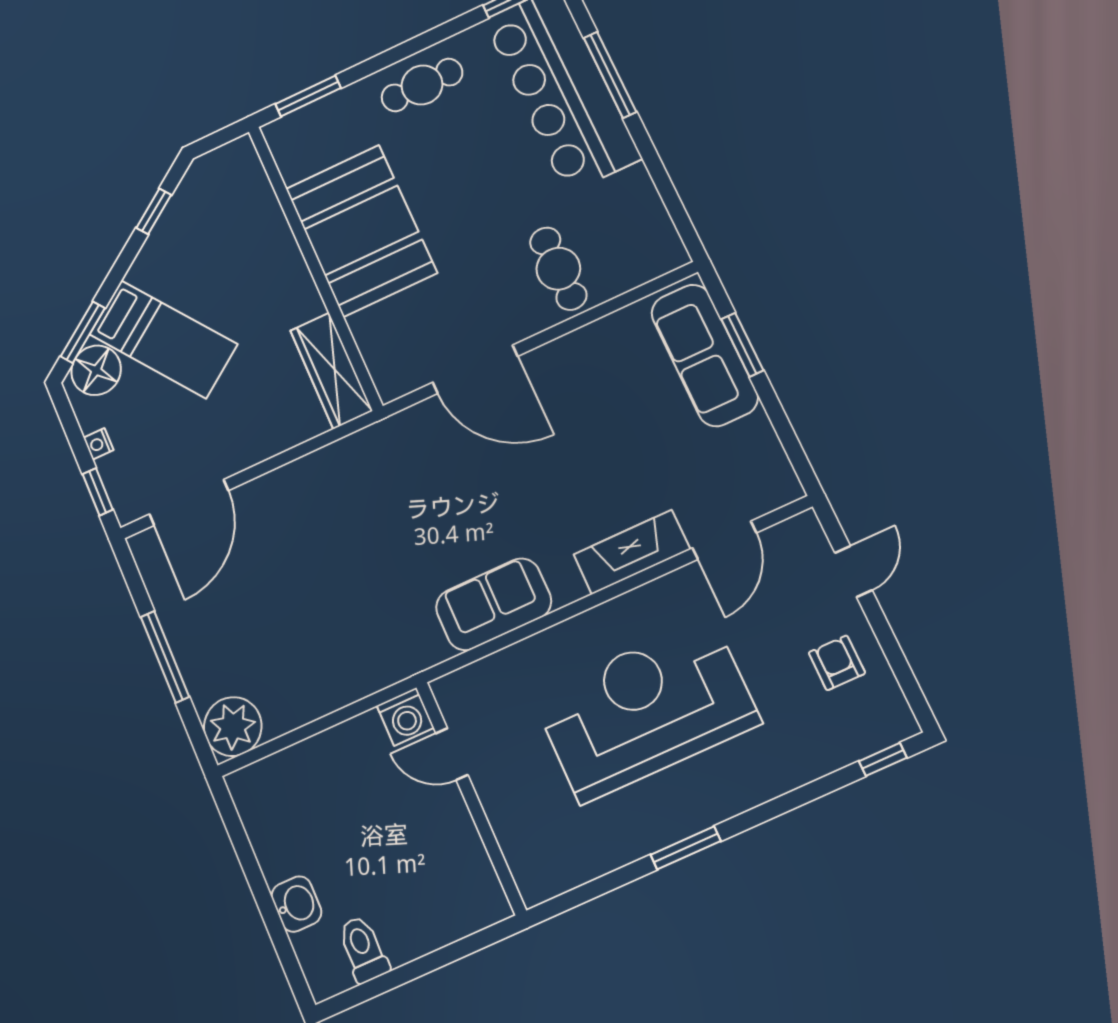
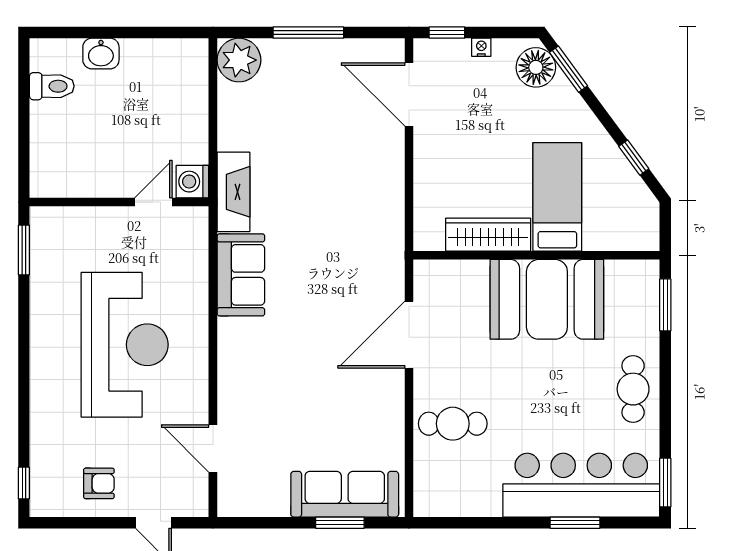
window: (610, 75) -> (575, 523), width x0.69
bed: (163, 339) -> (557, 197), moved, turned 126
wardrobe: (331, 371) -> (488, 235), moved
fireplace: (632, 552) -> (233, 192), moved
window: (686, 848) -> (24, 250), moved

